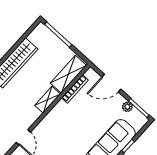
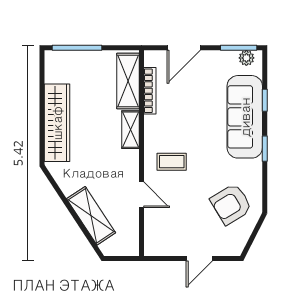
plant: (127, 107) -> (246, 58), moved
coffee table: (54, 134) -> (172, 162), added

